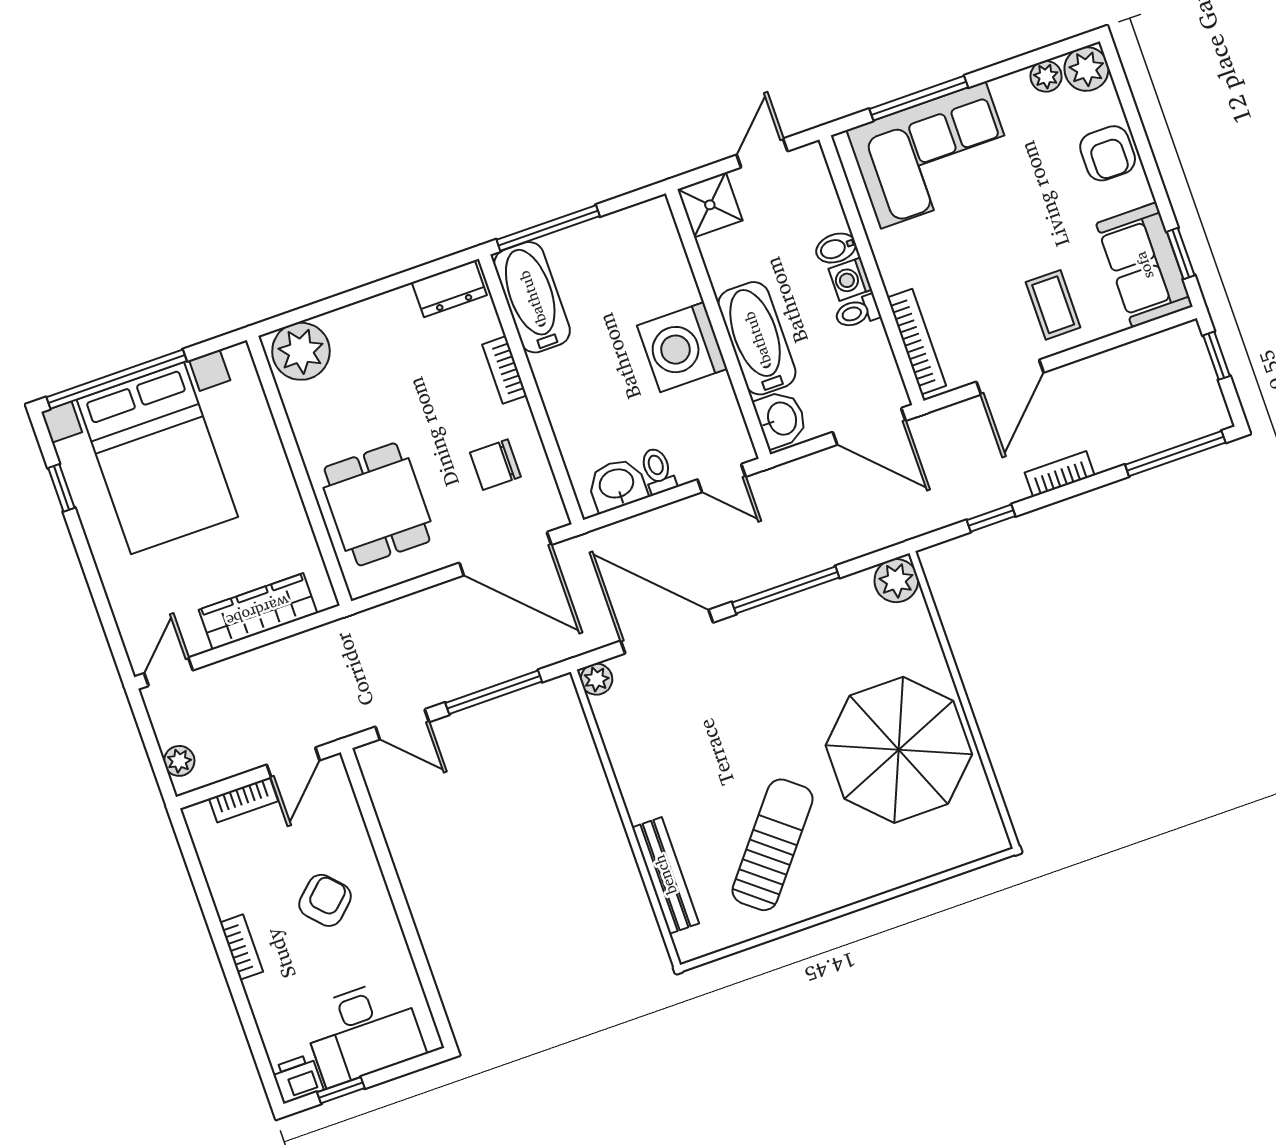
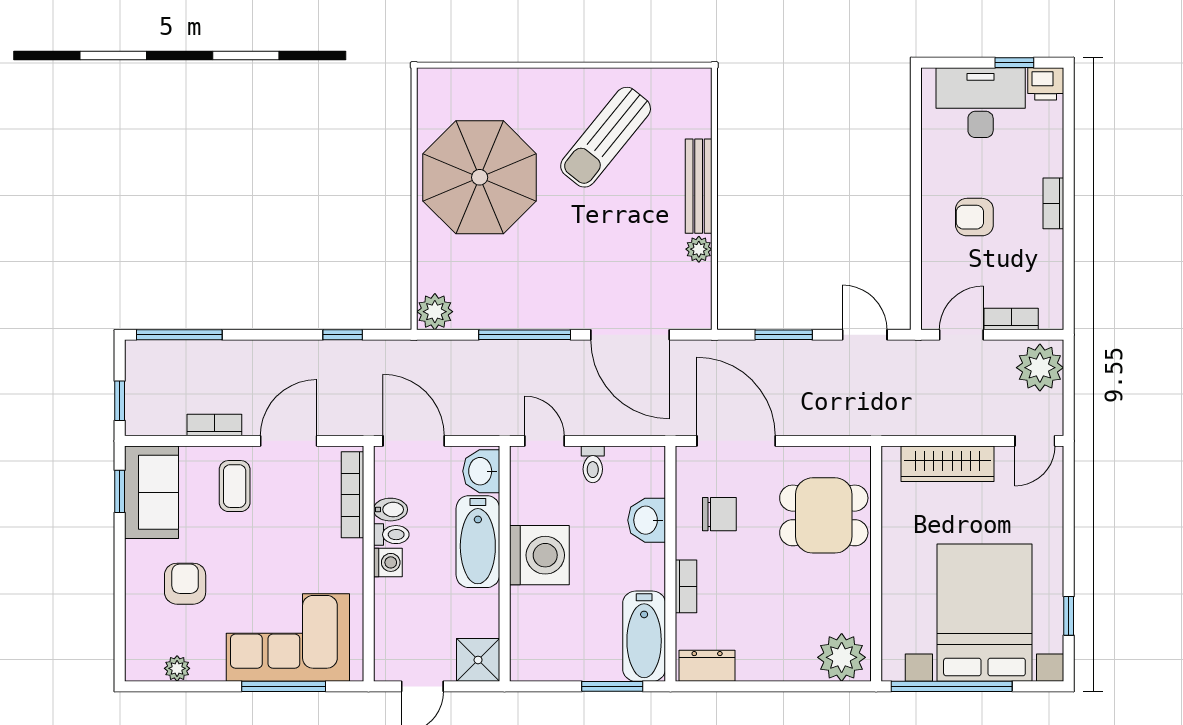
plant: (1086, 69) -> (143, 663), removed
armchair: (1108, 153) -> (185, 584), moved
window: (548, 228) -> (612, 686), width x0.69
bidet: (836, 248) -> (390, 510), moved
window: (117, 379) -> (952, 686), moved
bookcase: (1060, 474) -> (214, 425), moved, turned 180
washbasin: (617, 485) -> (647, 520), moved, turned 90
dining table: (377, 504) -> (824, 515), turned 90
plant: (597, 679) -> (699, 249), moved
window: (494, 692) -> (784, 335), width x0.69
plant: (179, 761) -> (1040, 368), width x1.87, depth x1.87
bench: (665, 875) -> (699, 186), moved
armchair: (325, 900) -> (974, 217), turned 43

